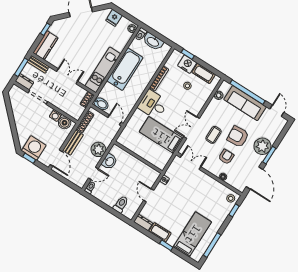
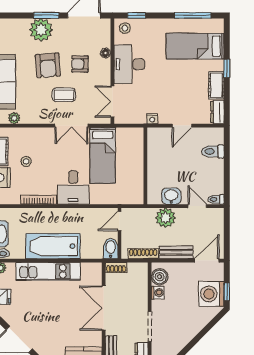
kitchen unit: (103, 70) -> (48, 271), moved
double door: (67, 76) -> (104, 308), width x1.37
desk: (207, 187) -> (129, 64), added

